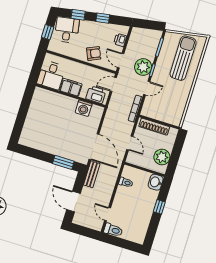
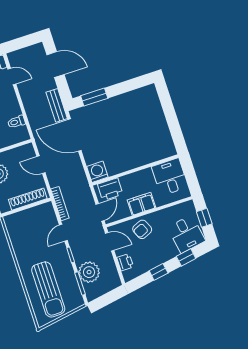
plant: (143, 67) -> (89, 272), moved
filing cabinet: (71, 87) -> (141, 204), moved, turned 180
washing machine: (84, 108) -> (97, 172), moved

